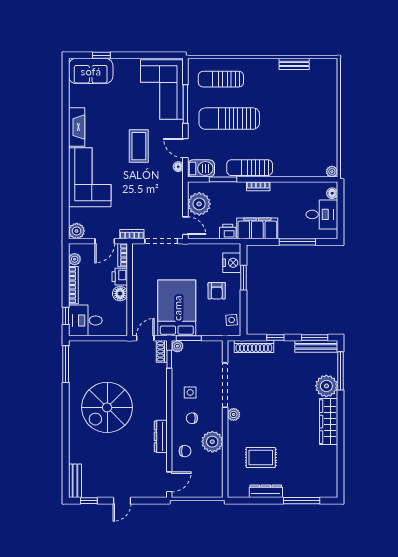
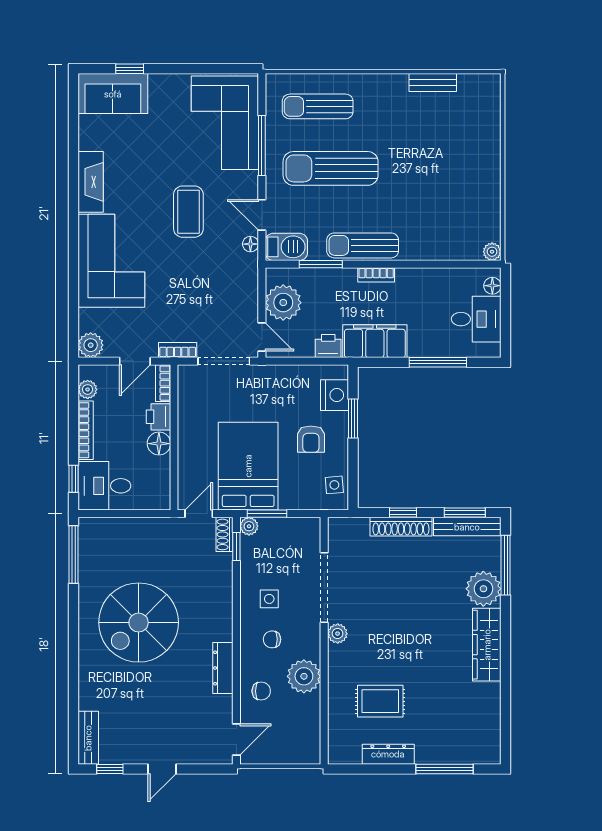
shoe rack: (254, 346) -> (401, 527), moved

